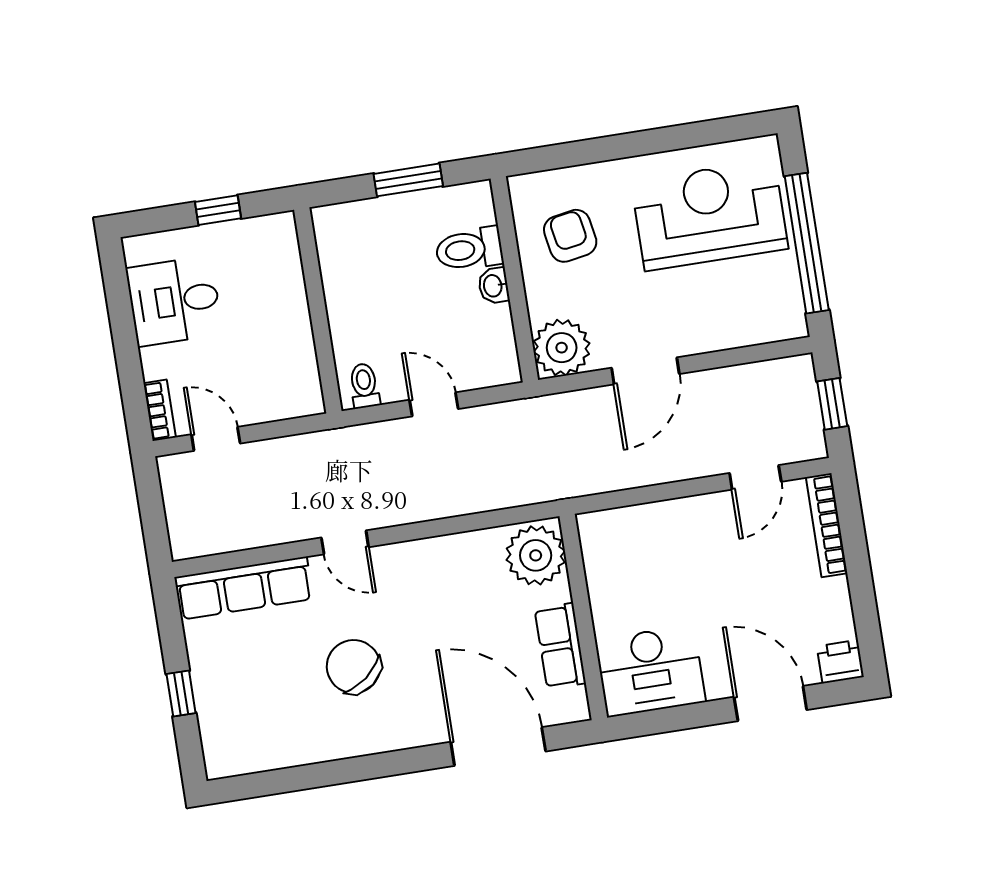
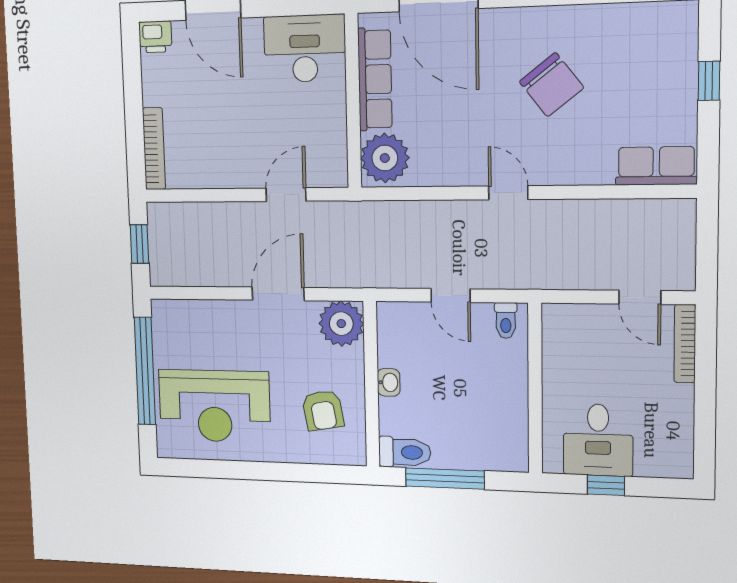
window: (408, 180) -> (445, 479), width x1.44
toilet: (469, 249) -> (405, 452), moved
desk: (174, 301) -> (598, 440), moved, turned 90
bookcase: (160, 410) -> (685, 344), width x1.56
door: (755, 477) -> (286, 195), moved
door: (345, 542) -> (508, 193), moved
row of seats: (244, 588) -> (656, 166), width x0.68
row of seats: (560, 646) -> (375, 79), width x1.48

